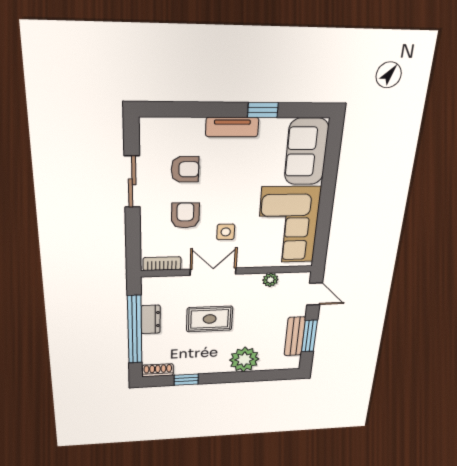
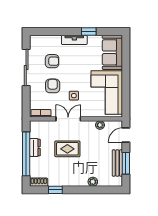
sliding door: (132, 182) -> (26, 67), width x1.37
door: (315, 294) -> (126, 135), swing flipped
plant: (244, 360) -> (93, 182), width x0.53, depth x0.53

